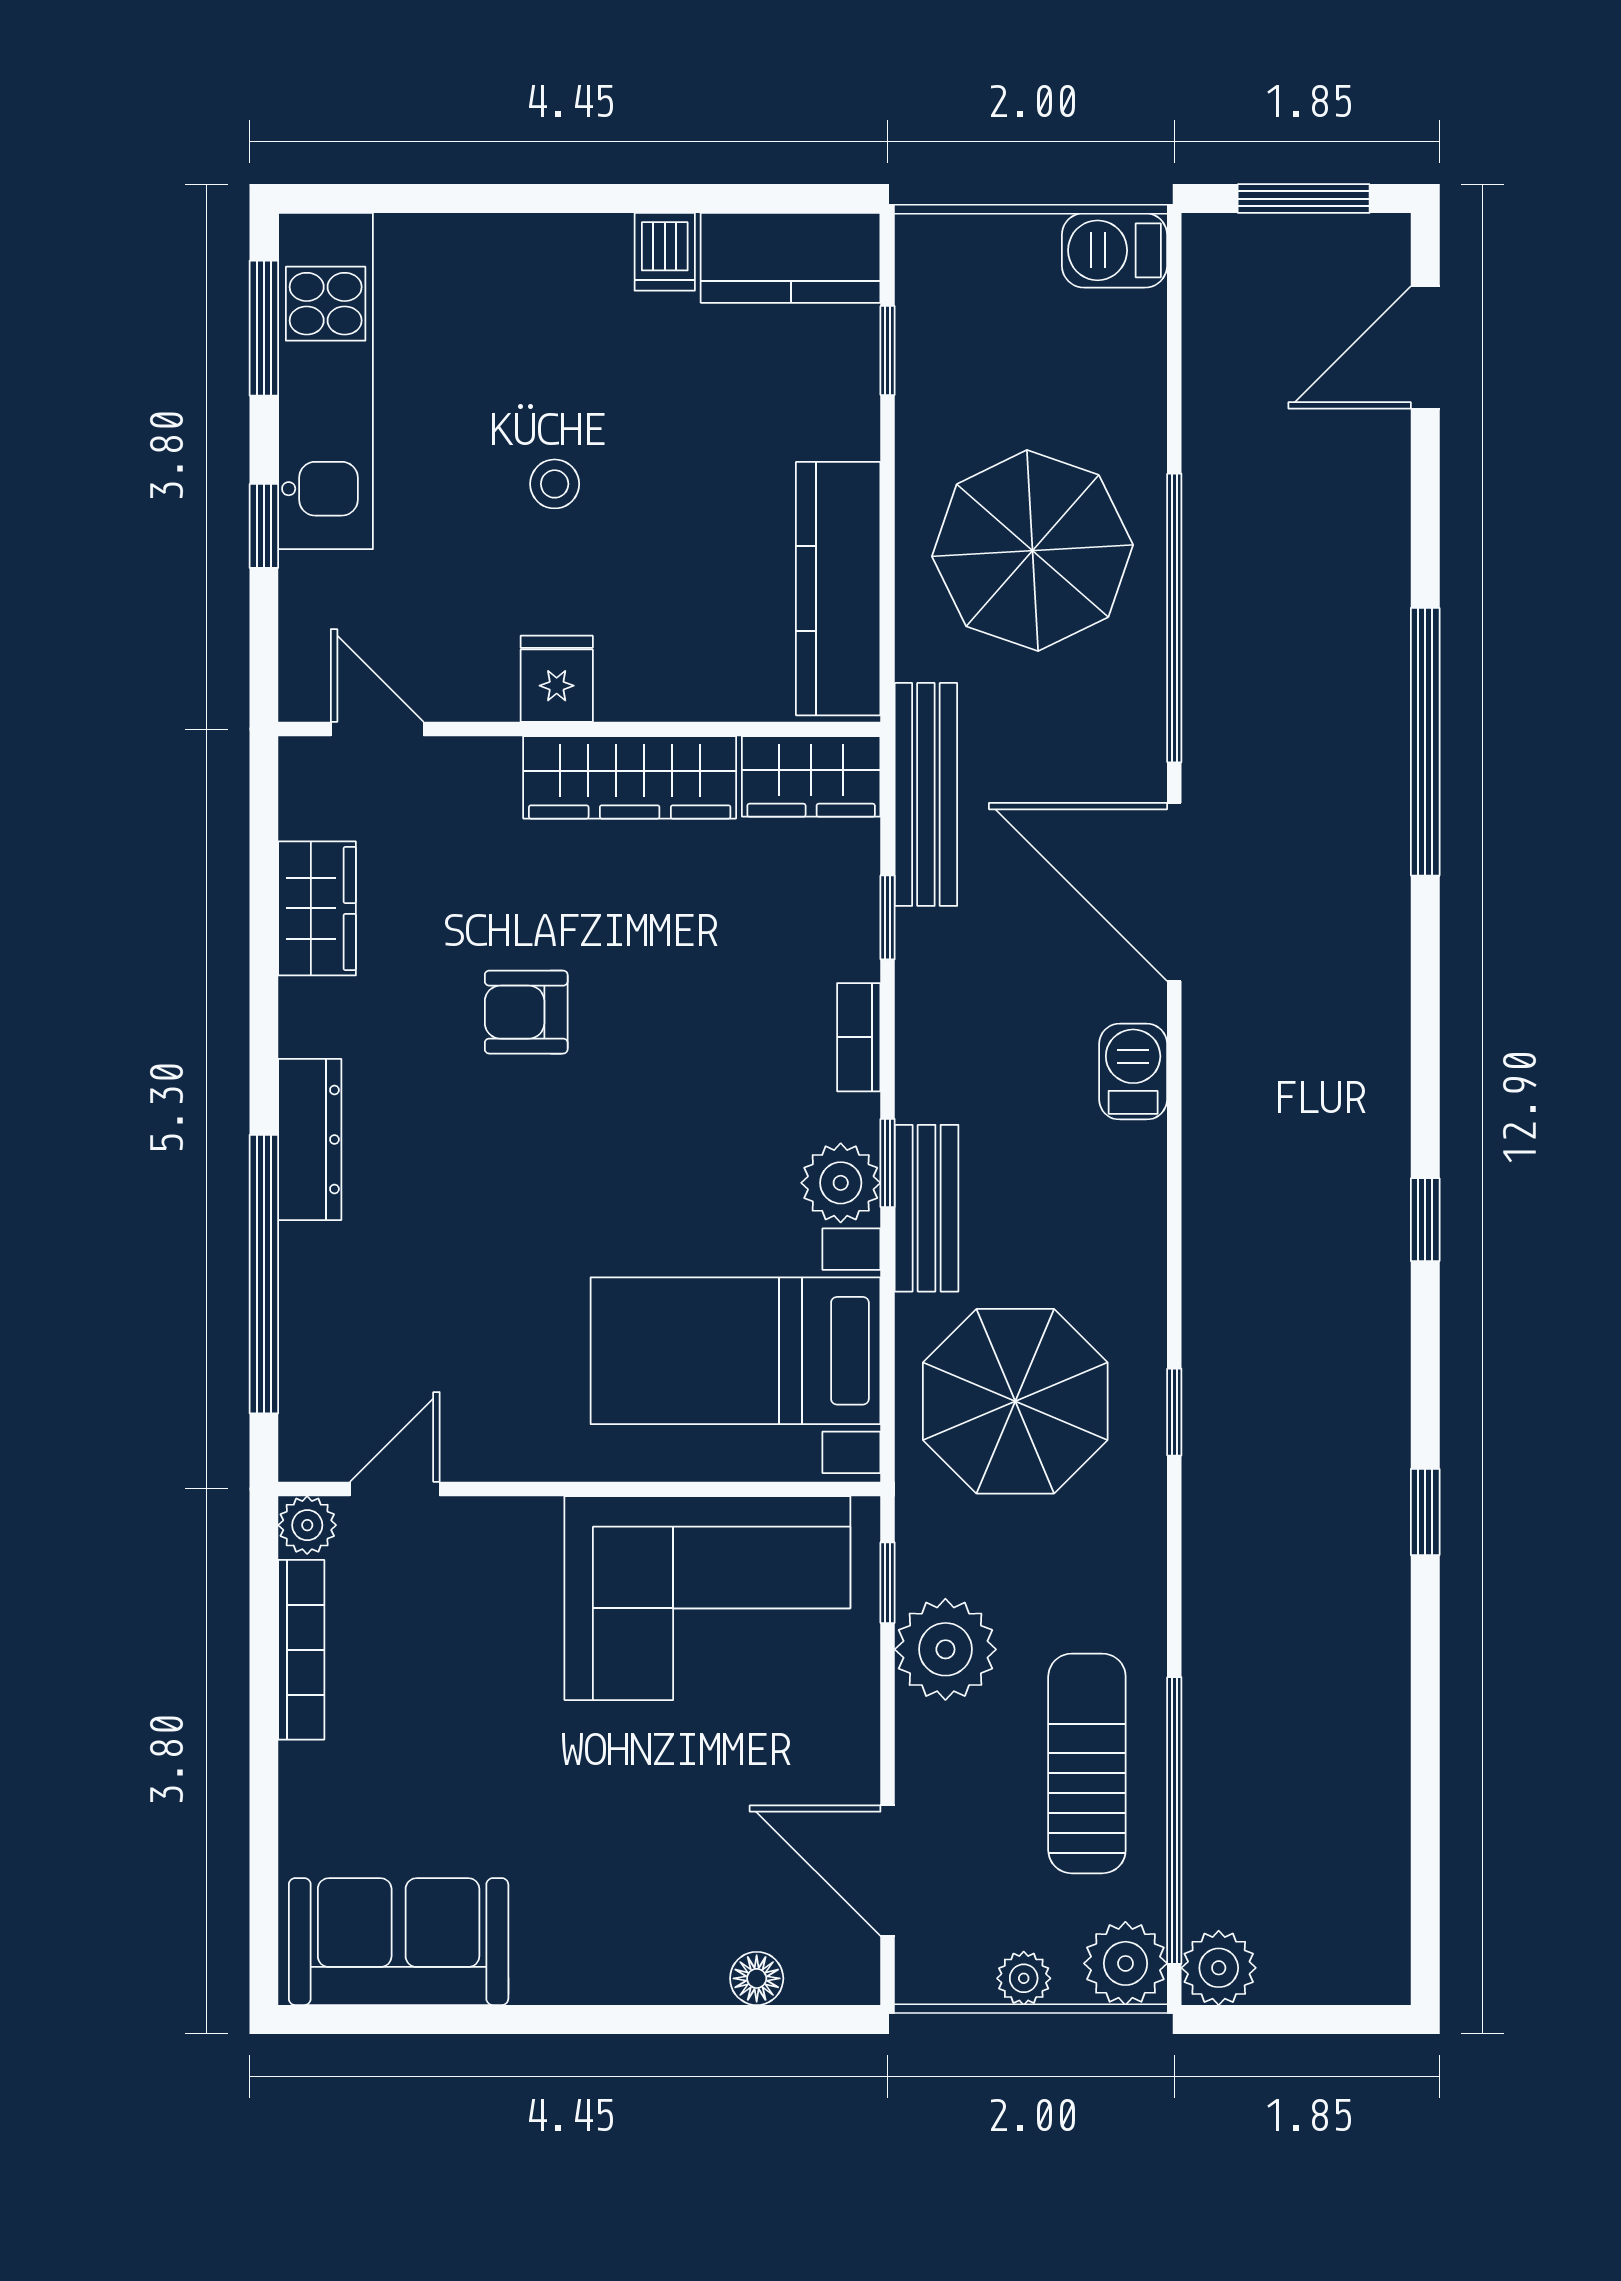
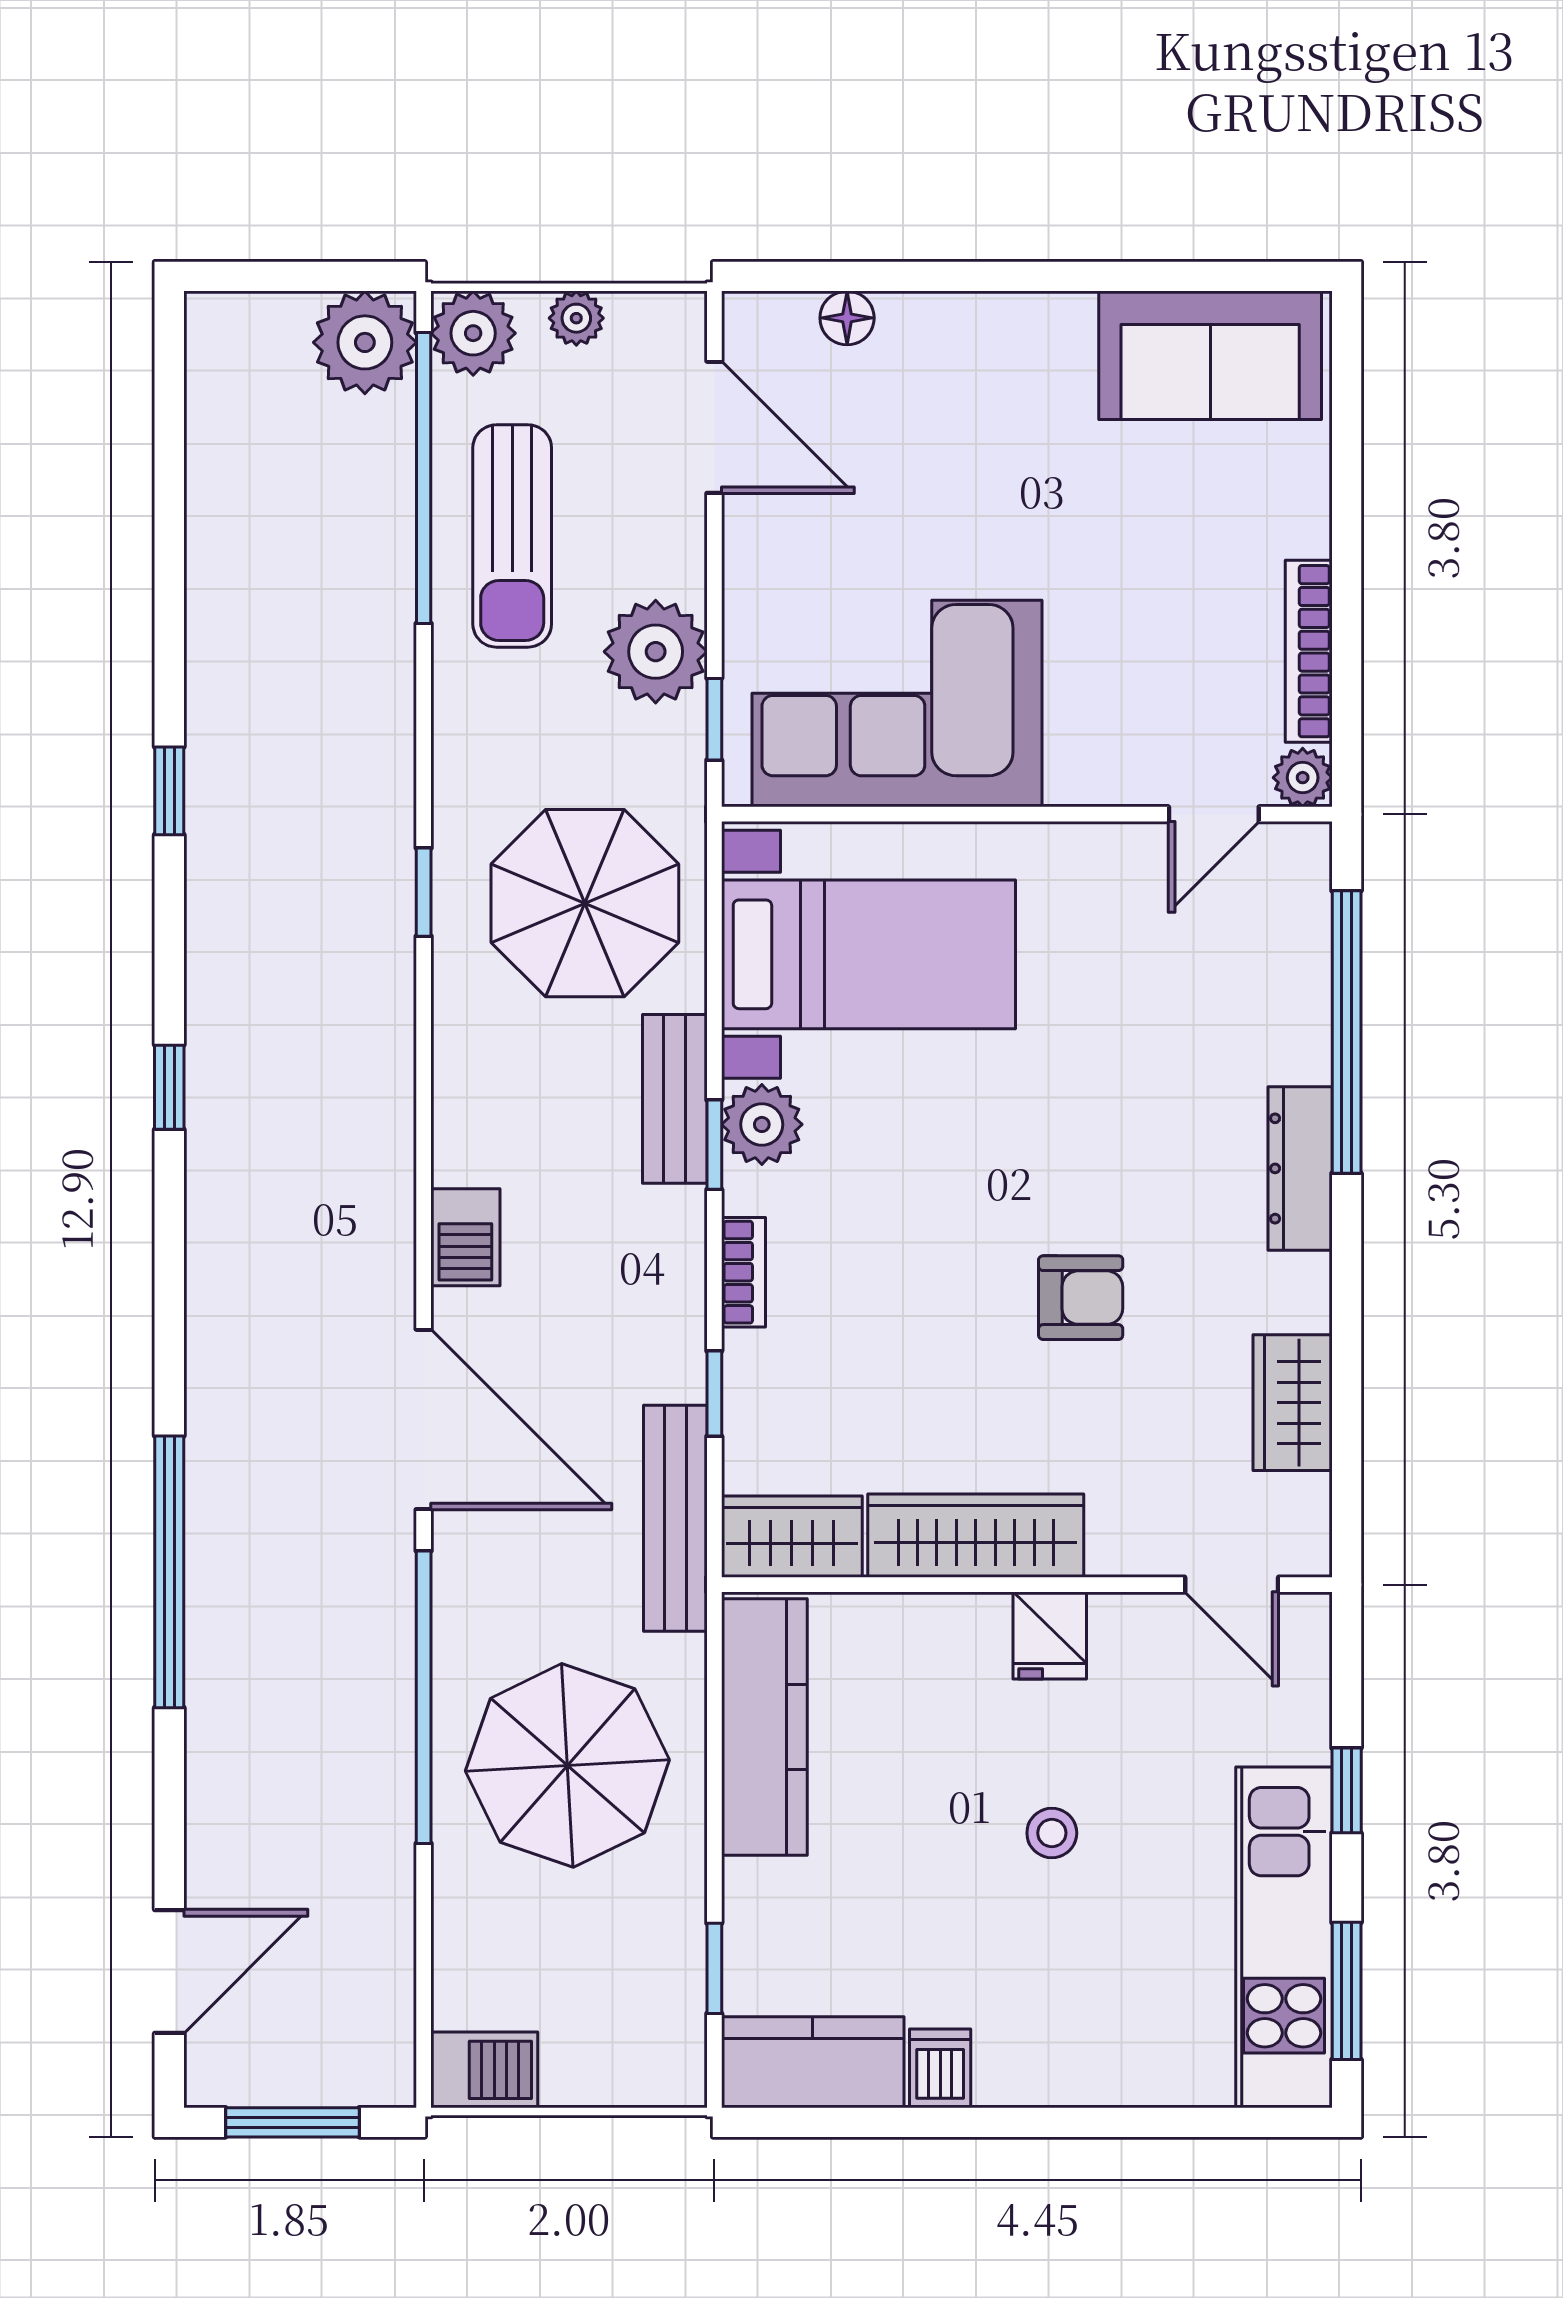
plant: (1219, 1968) -> (365, 342), width x1.36, depth x1.36

